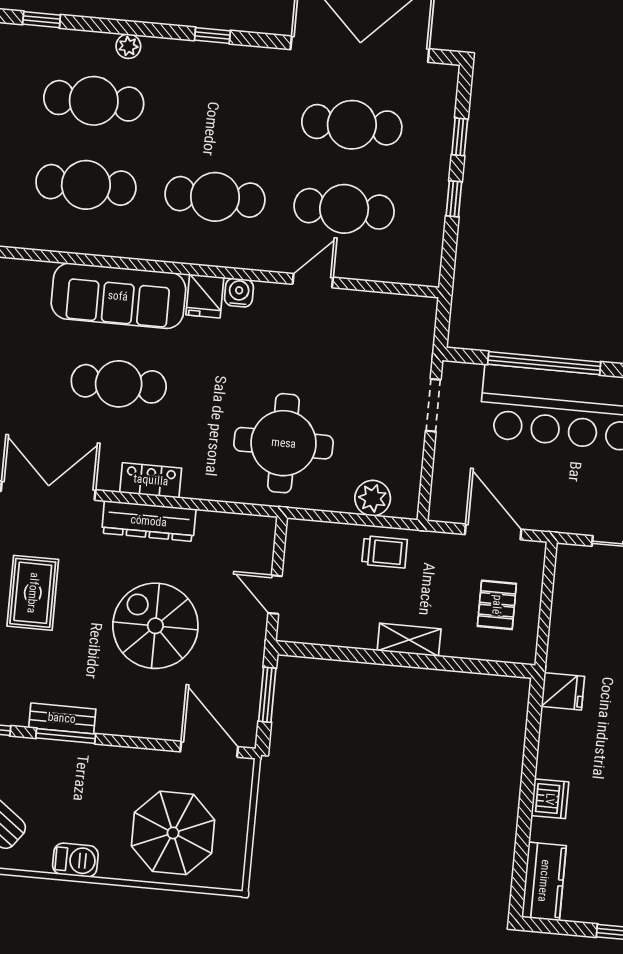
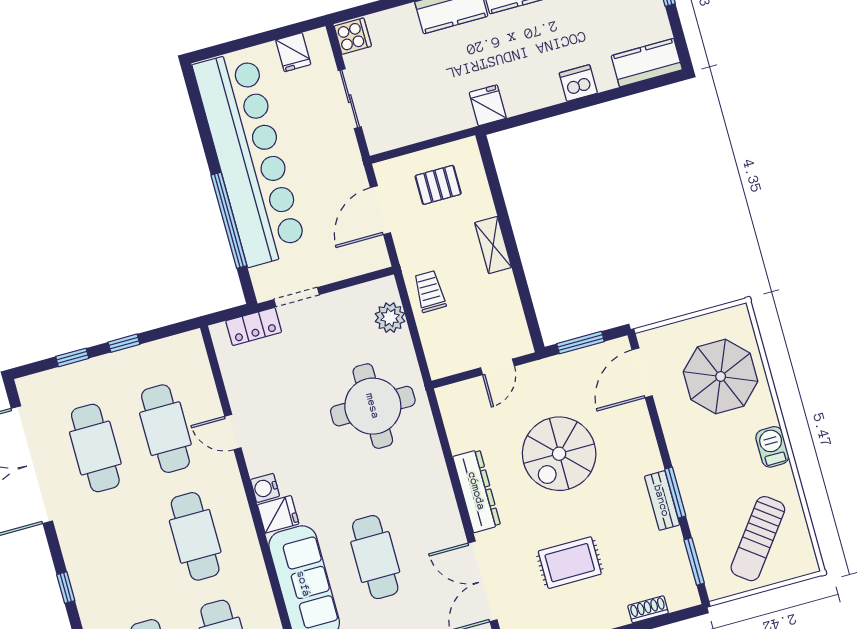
locker: (151, 480) -> (254, 326), moved, turned -90

